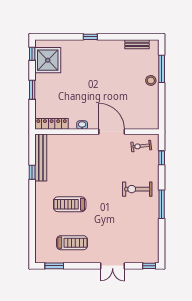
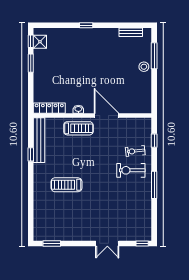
shower: (48, 60) -> (40, 42), width x0.54, depth x0.54
window: (32, 90) -> (31, 63), moved
exercise bike: (141, 146) -> (135, 151), moved
treadmill: (72, 243) -> (78, 128), moved

